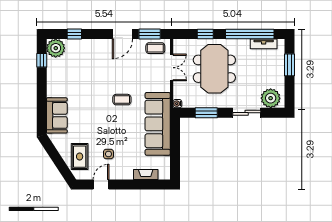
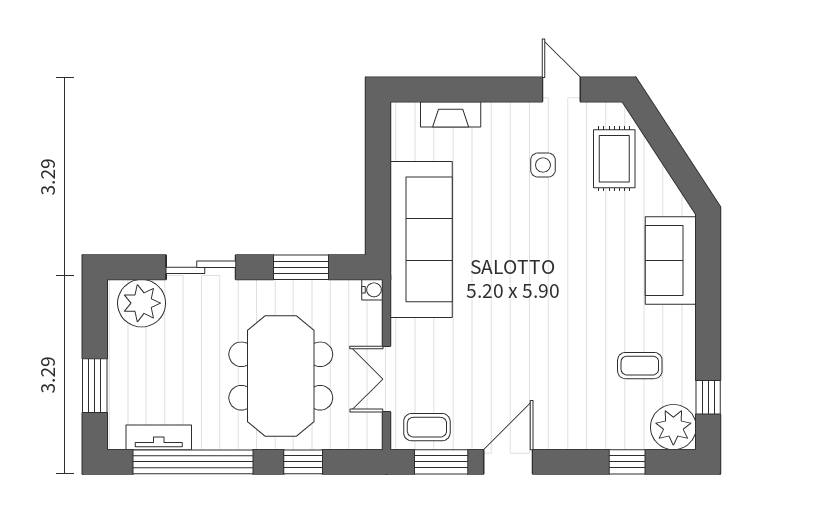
coffee table: (122, 100) -> (640, 366), moved
door: (101, 185) -> (561, 89), swing flipped

